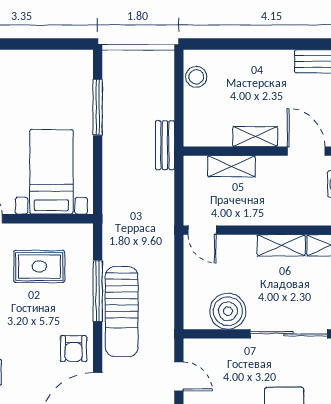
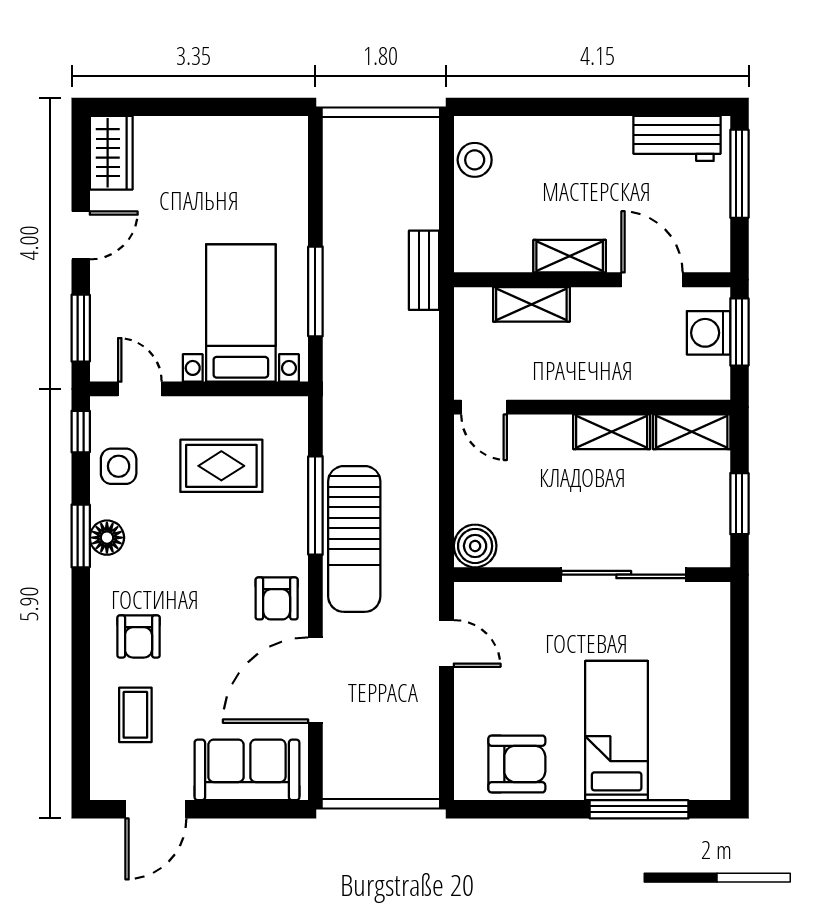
window: (98, 107) -> (315, 291), moved
boiler: (228, 311) -> (475, 546), moved, width x0.73, depth x0.73

